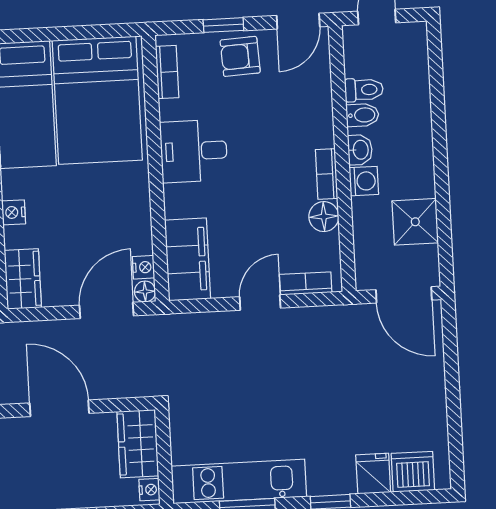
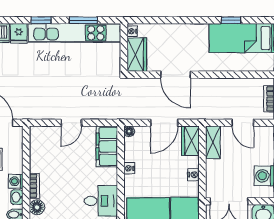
floor lamp: (324, 217) -> (37, 207), moved
nightstand: (144, 267) -> (129, 168), moved
bookcase: (306, 283) -> (48, 131), removed
door: (106, 310) -> (164, 123), moved
kitchen unit: (239, 481) -> (75, 33), width x1.36

